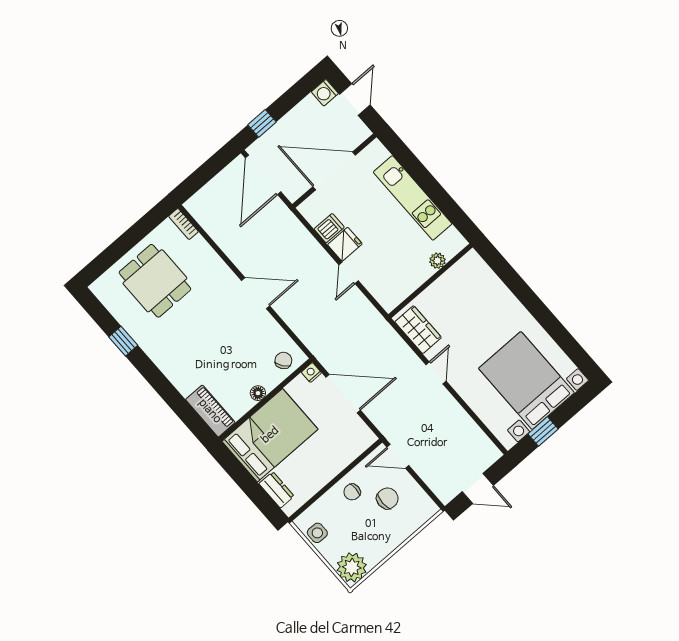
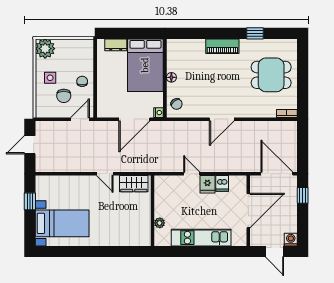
bed with nightstands: (526, 381) -> (62, 223), width x0.73
piano: (210, 411) -> (222, 46), moved
side table: (317, 533) -> (50, 78), moved

